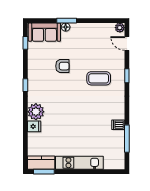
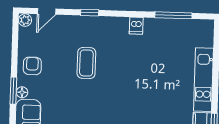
armchair: (62, 66) -> (32, 66), moved
coffee table: (99, 78) -> (86, 63), moved
dishwasher: (118, 125) -> (136, 26), moved

